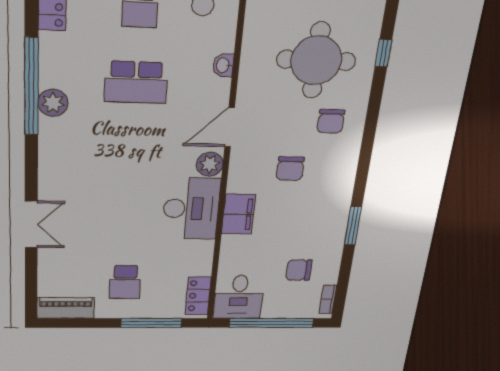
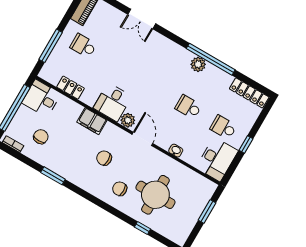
school desk: (136, 82) -> (188, 107), width x0.54
desk: (191, 209) -> (113, 102), width x0.73
locker: (198, 296) -> (71, 88), moved

